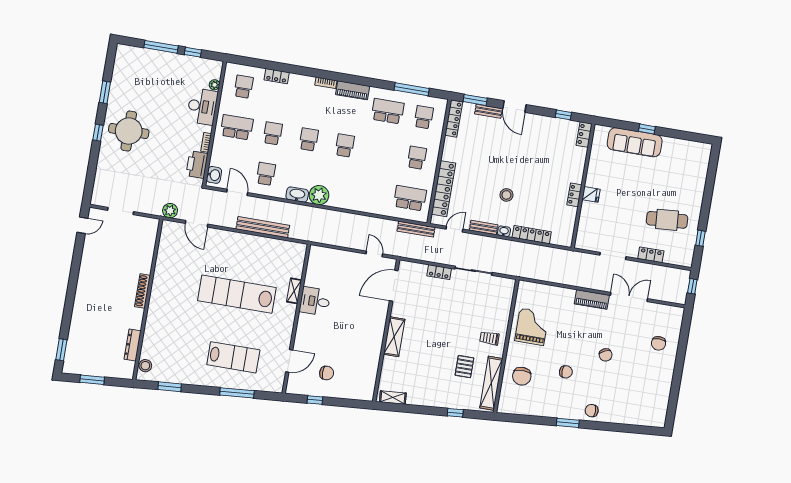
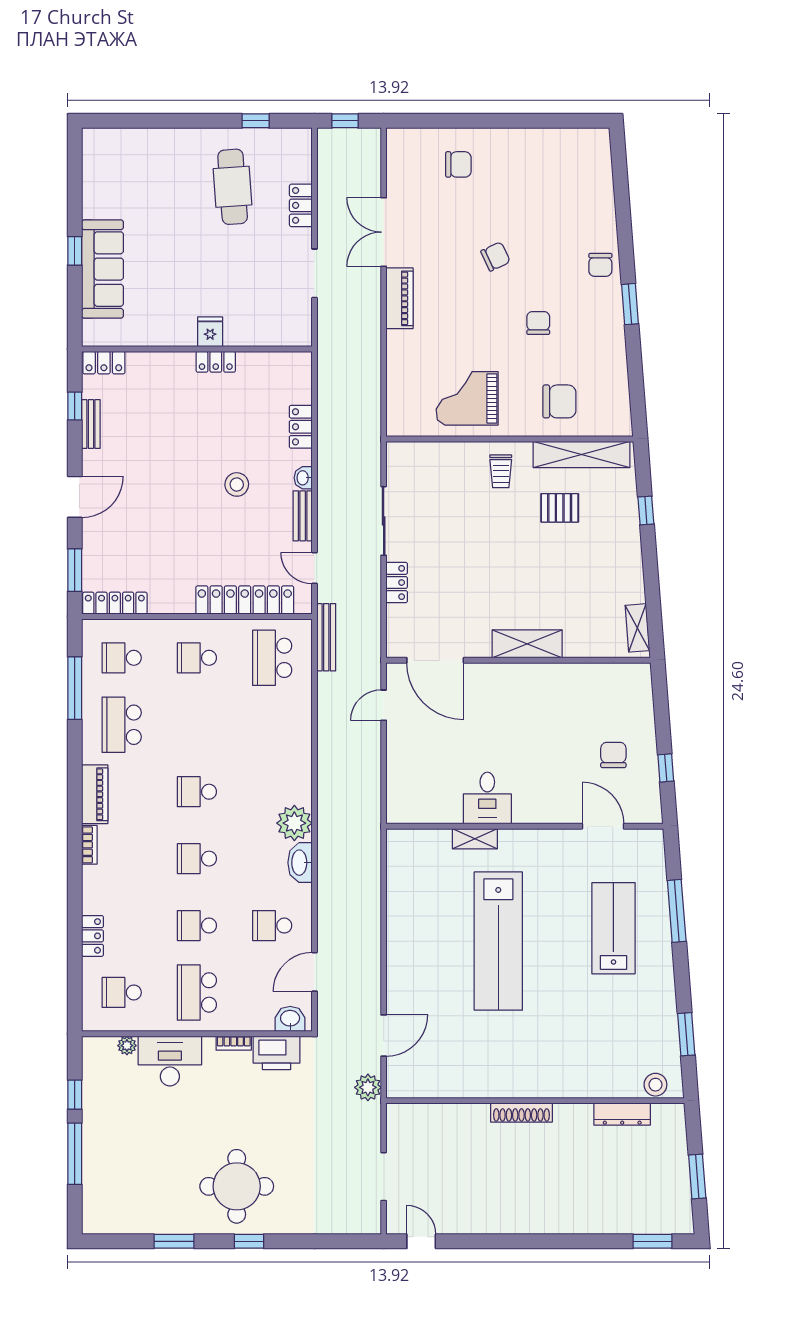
bench: (489, 111) -> (91, 424), moved
bench: (263, 227) -> (369, 915), removed
locker: (532, 235) -> (301, 427), width x0.66

